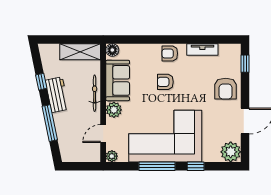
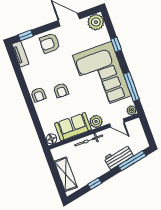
tv unit: (202, 50) -> (20, 54), moved
shelving: (80, 52) -> (66, 174), moved
armchair: (226, 89) -> (50, 43), turned 180
workbench: (57, 95) -> (119, 157), moved
window: (50, 123) -> (132, 161), moved
window: (157, 166) -> (131, 87), moved

